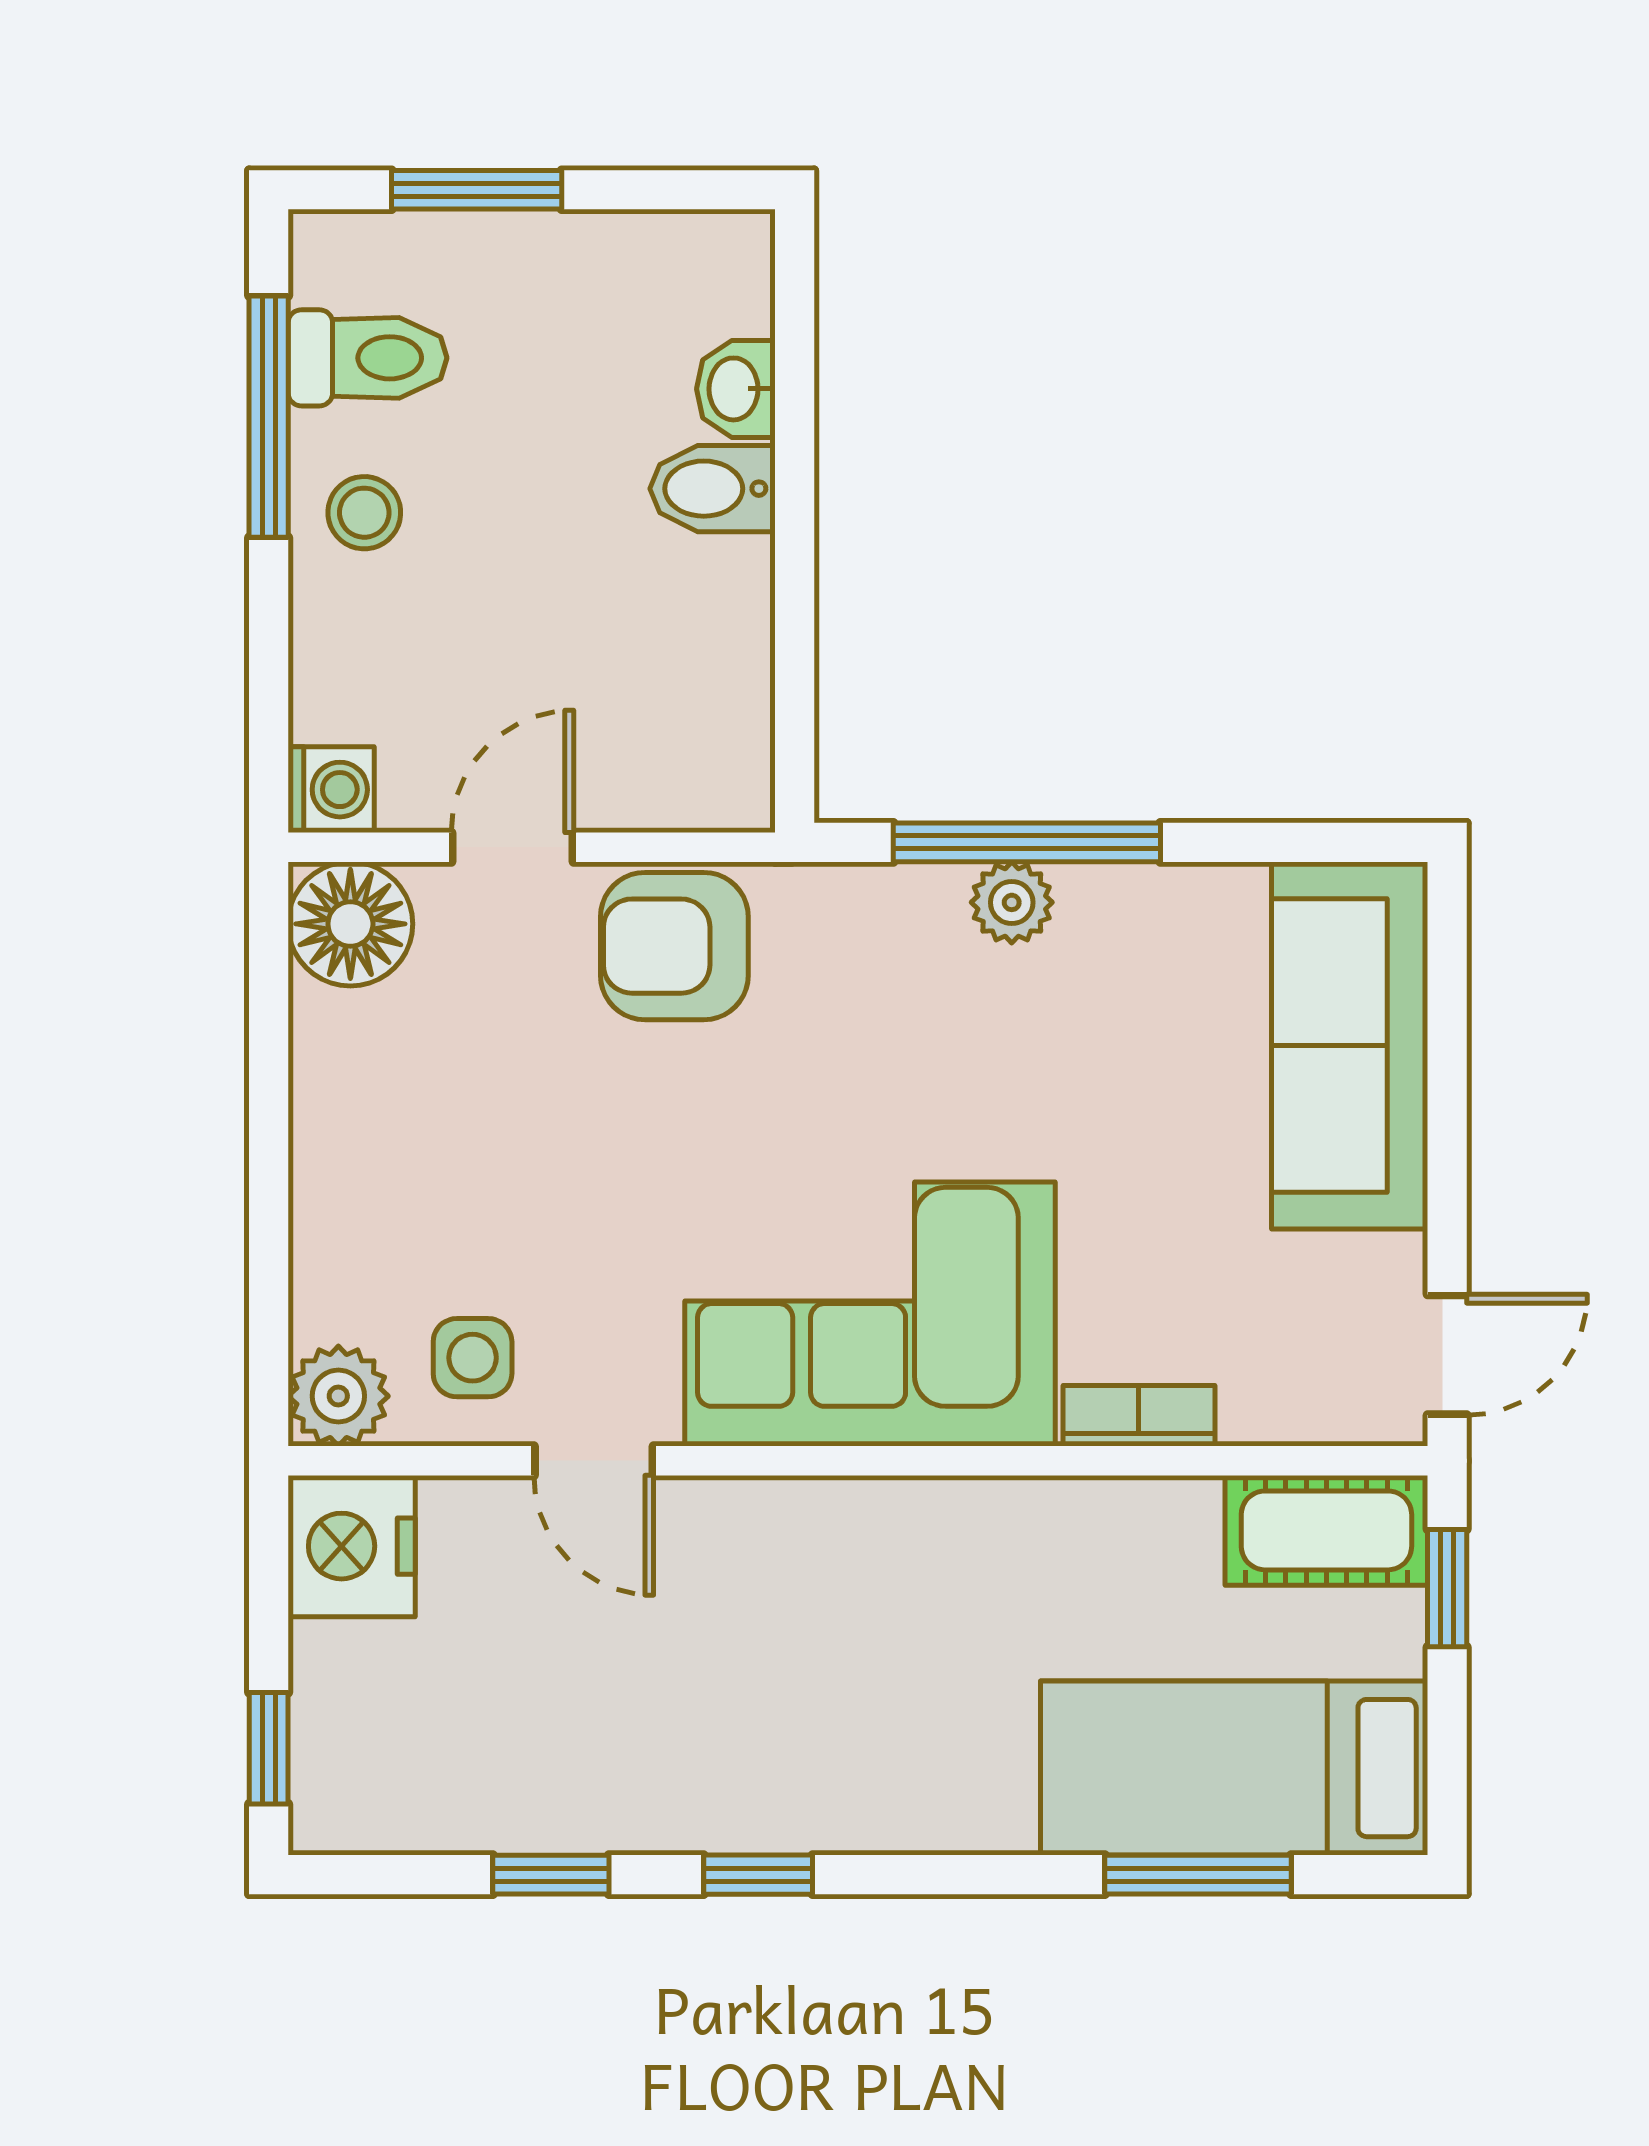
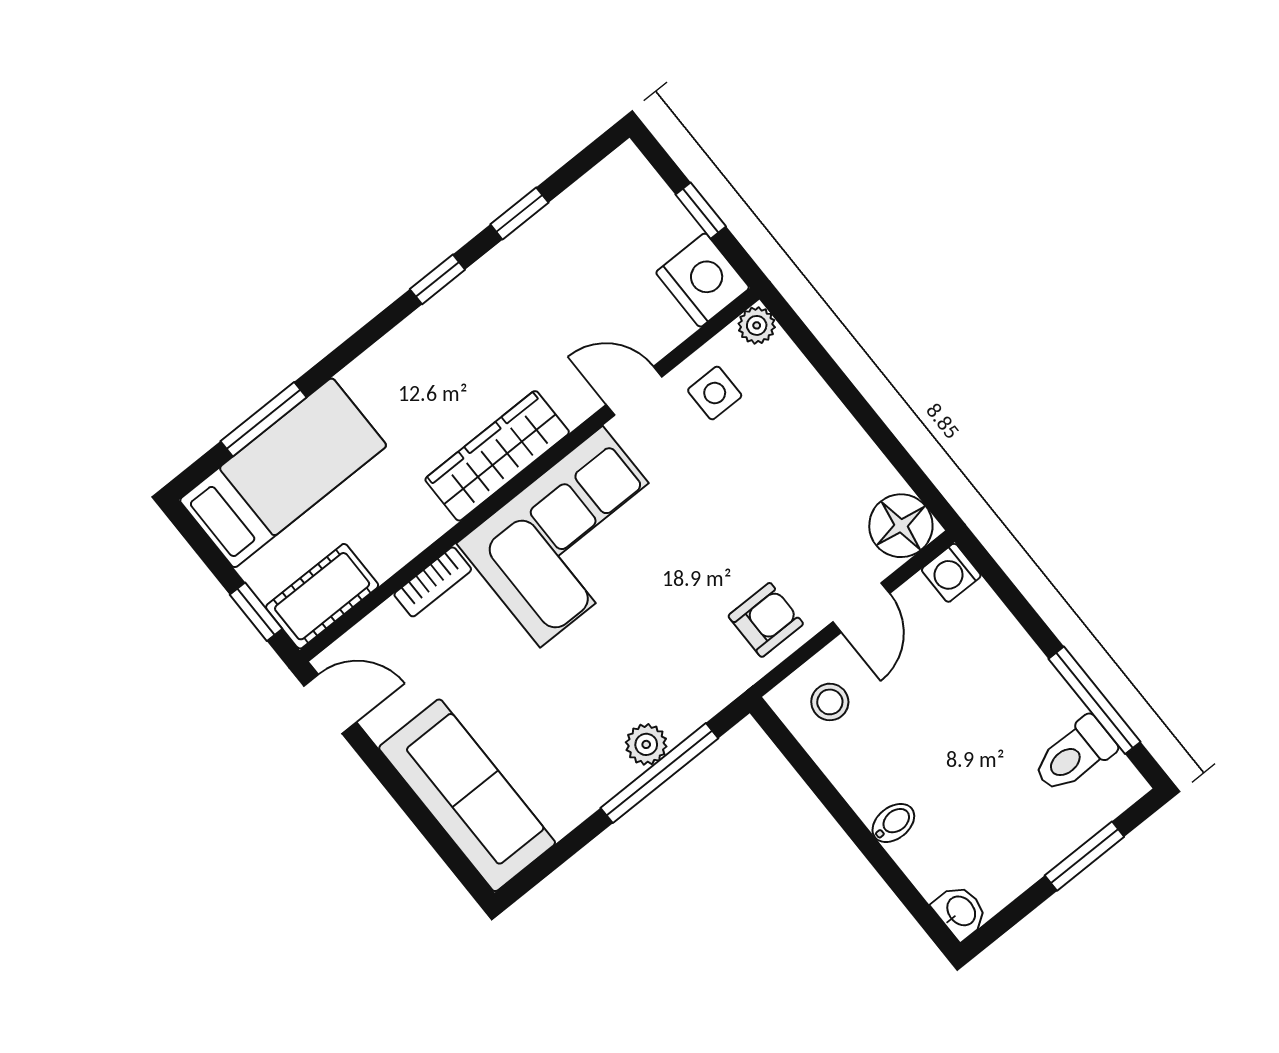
washbasin: (736, 389) -> (960, 912), moved
bidet: (713, 489) -> (893, 823), width x0.72, depth x0.74
stool: (364, 513) -> (830, 702), moved
armchair: (674, 946) -> (766, 620), width x0.72, depth x0.72
door: (1447, 1355) -> (330, 704), swing flipped
plant: (338, 1396) -> (757, 325), width x0.73, depth x0.73
wardrobe: (884, 1530) -> (497, 456), added
window: (269, 1748) -> (701, 211), moved

